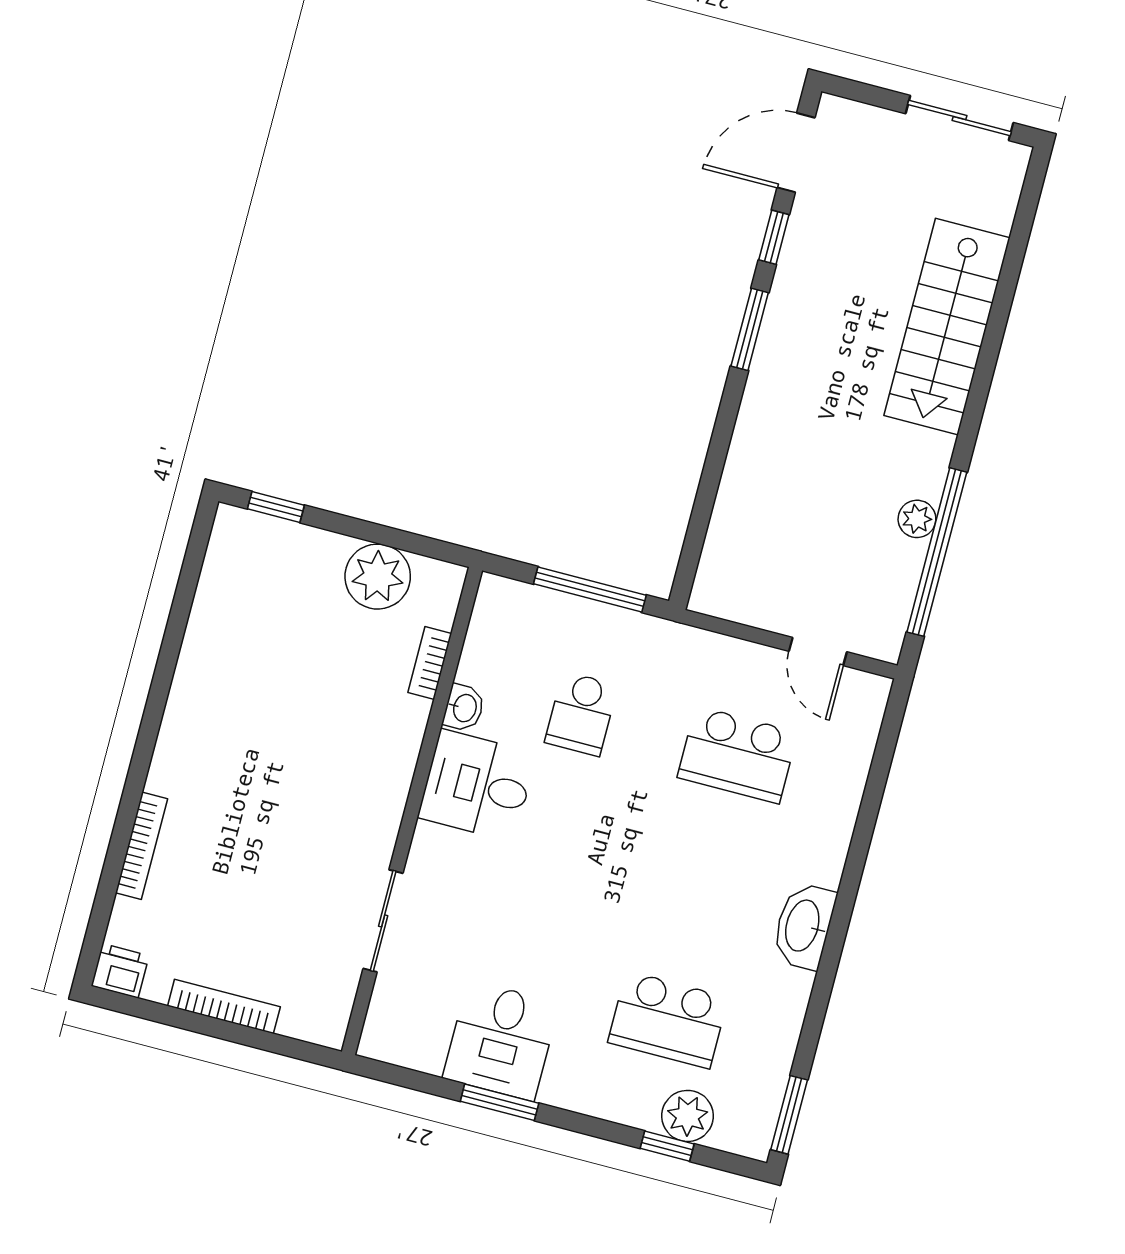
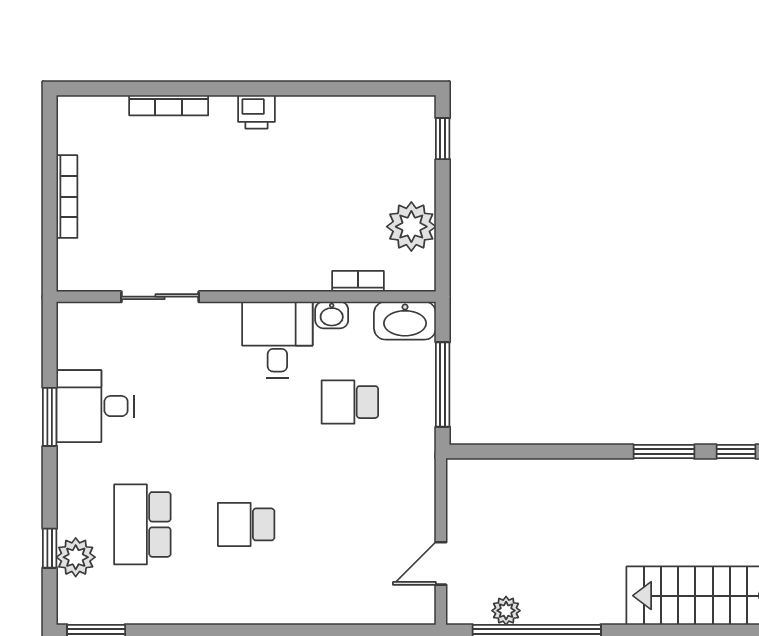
plant: (917, 519) -> (506, 611), moved
school desk: (738, 755) -> (246, 524), moved, width x0.54
washbasin: (804, 926) -> (405, 321), moved, turned 180
printer: (120, 971) -> (256, 112), moved, turned 90

